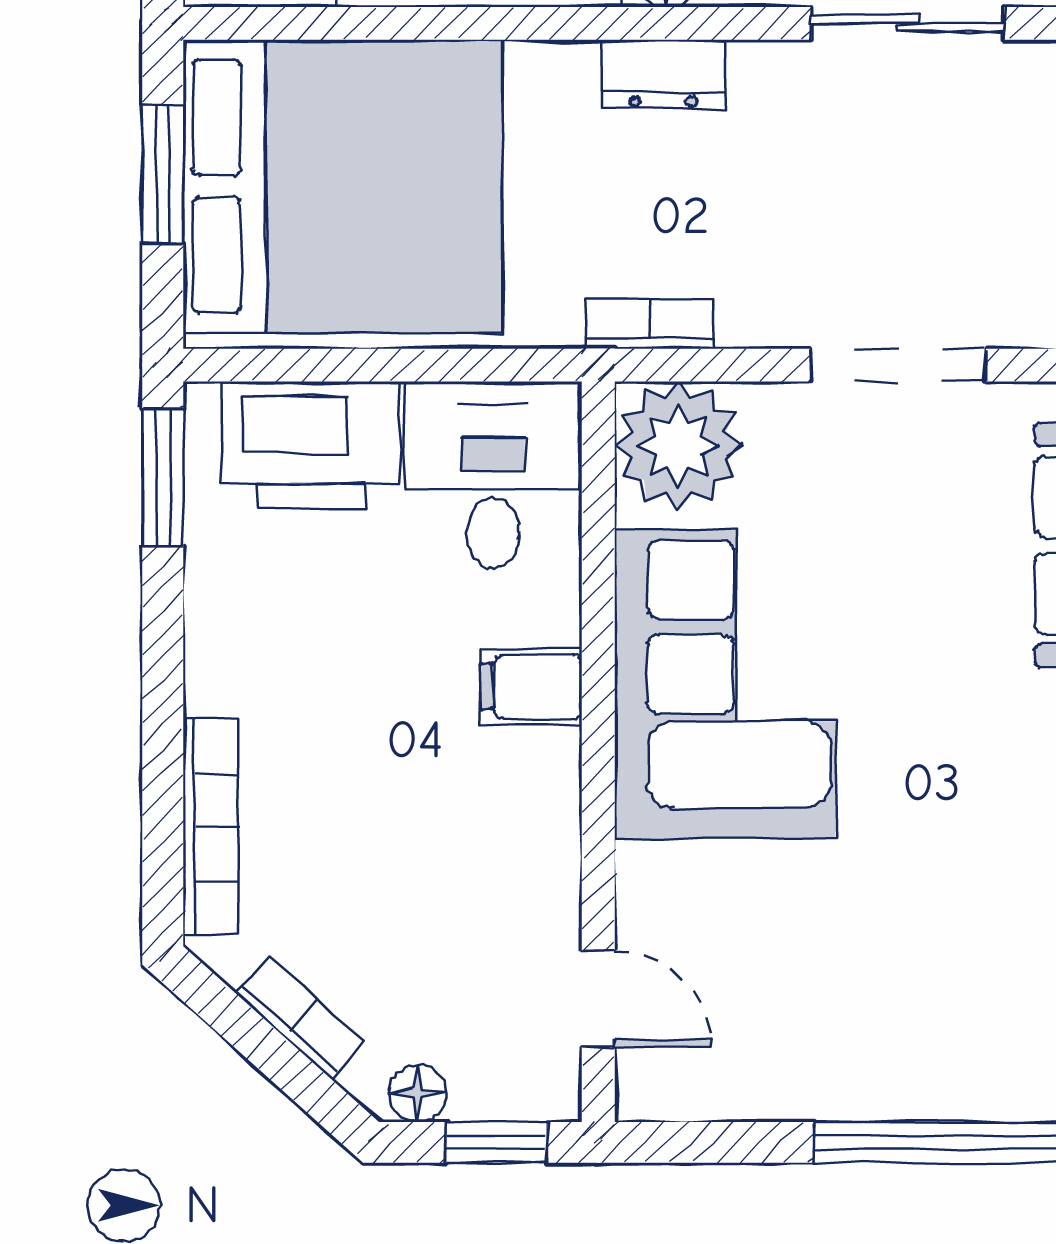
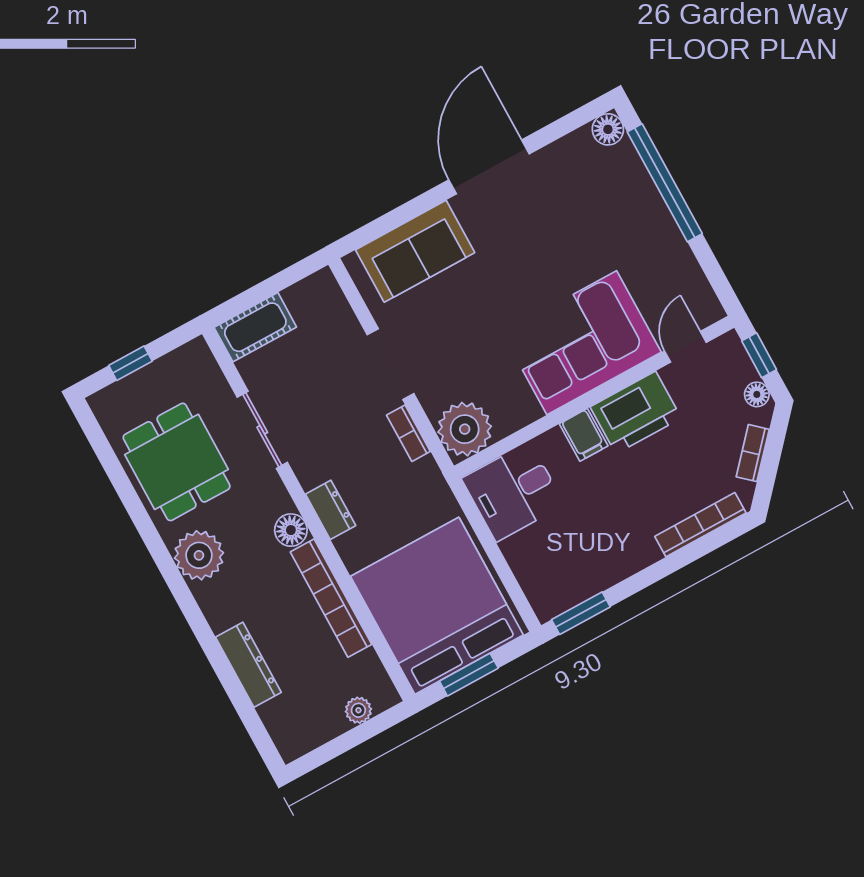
bookcase: (650, 324) -> (408, 433), moved
printer: (311, 445) -> (636, 413), moved, turned 90
corner sofa: (725, 684) -> (582, 343), moved

